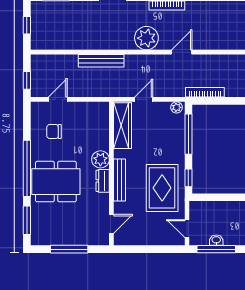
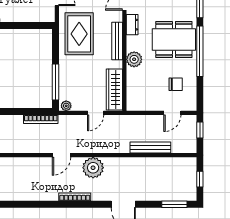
bench: (101, 61) -> (150, 148), moved
window: (188, 178) -> (56, 43), removed
dresser: (103, 181) -> (132, 25), moved

